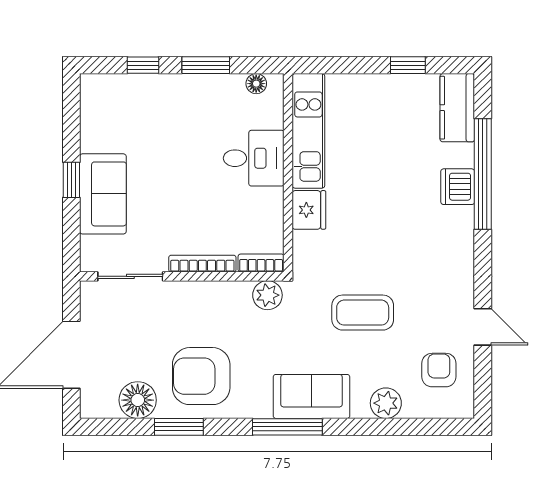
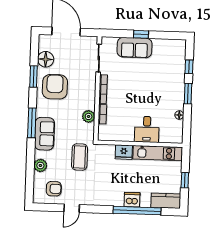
kitchen unit: (308, 131) -> (158, 153), moved
desk: (254, 158) -> (147, 129), moved
wall: (288, 173) -> (140, 144), moved
fridge: (309, 210) -> (124, 152), moved

